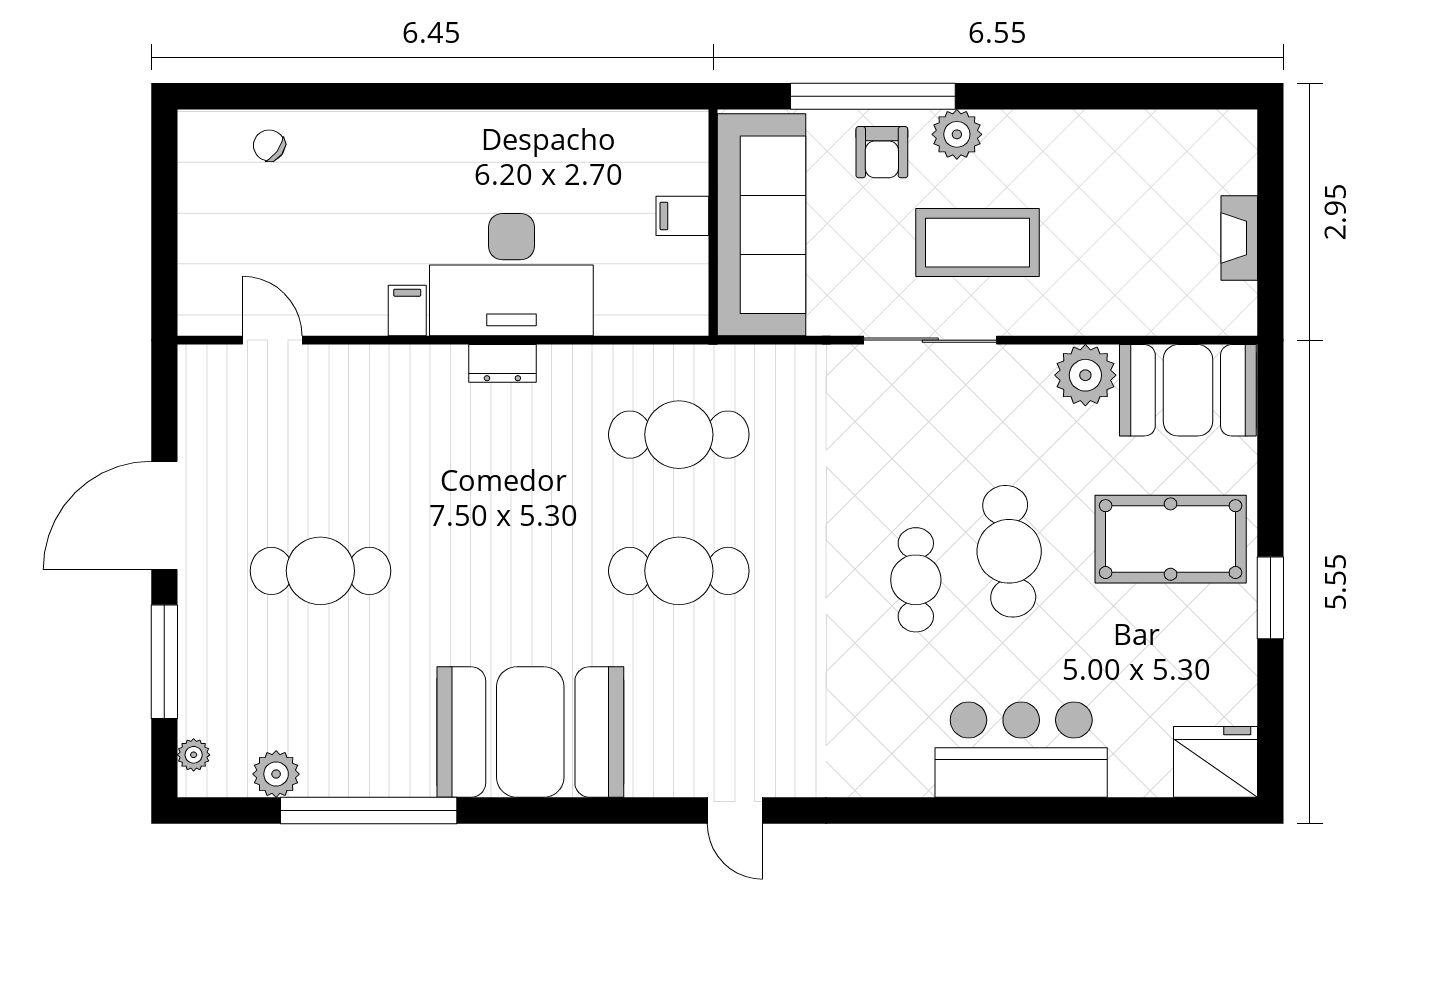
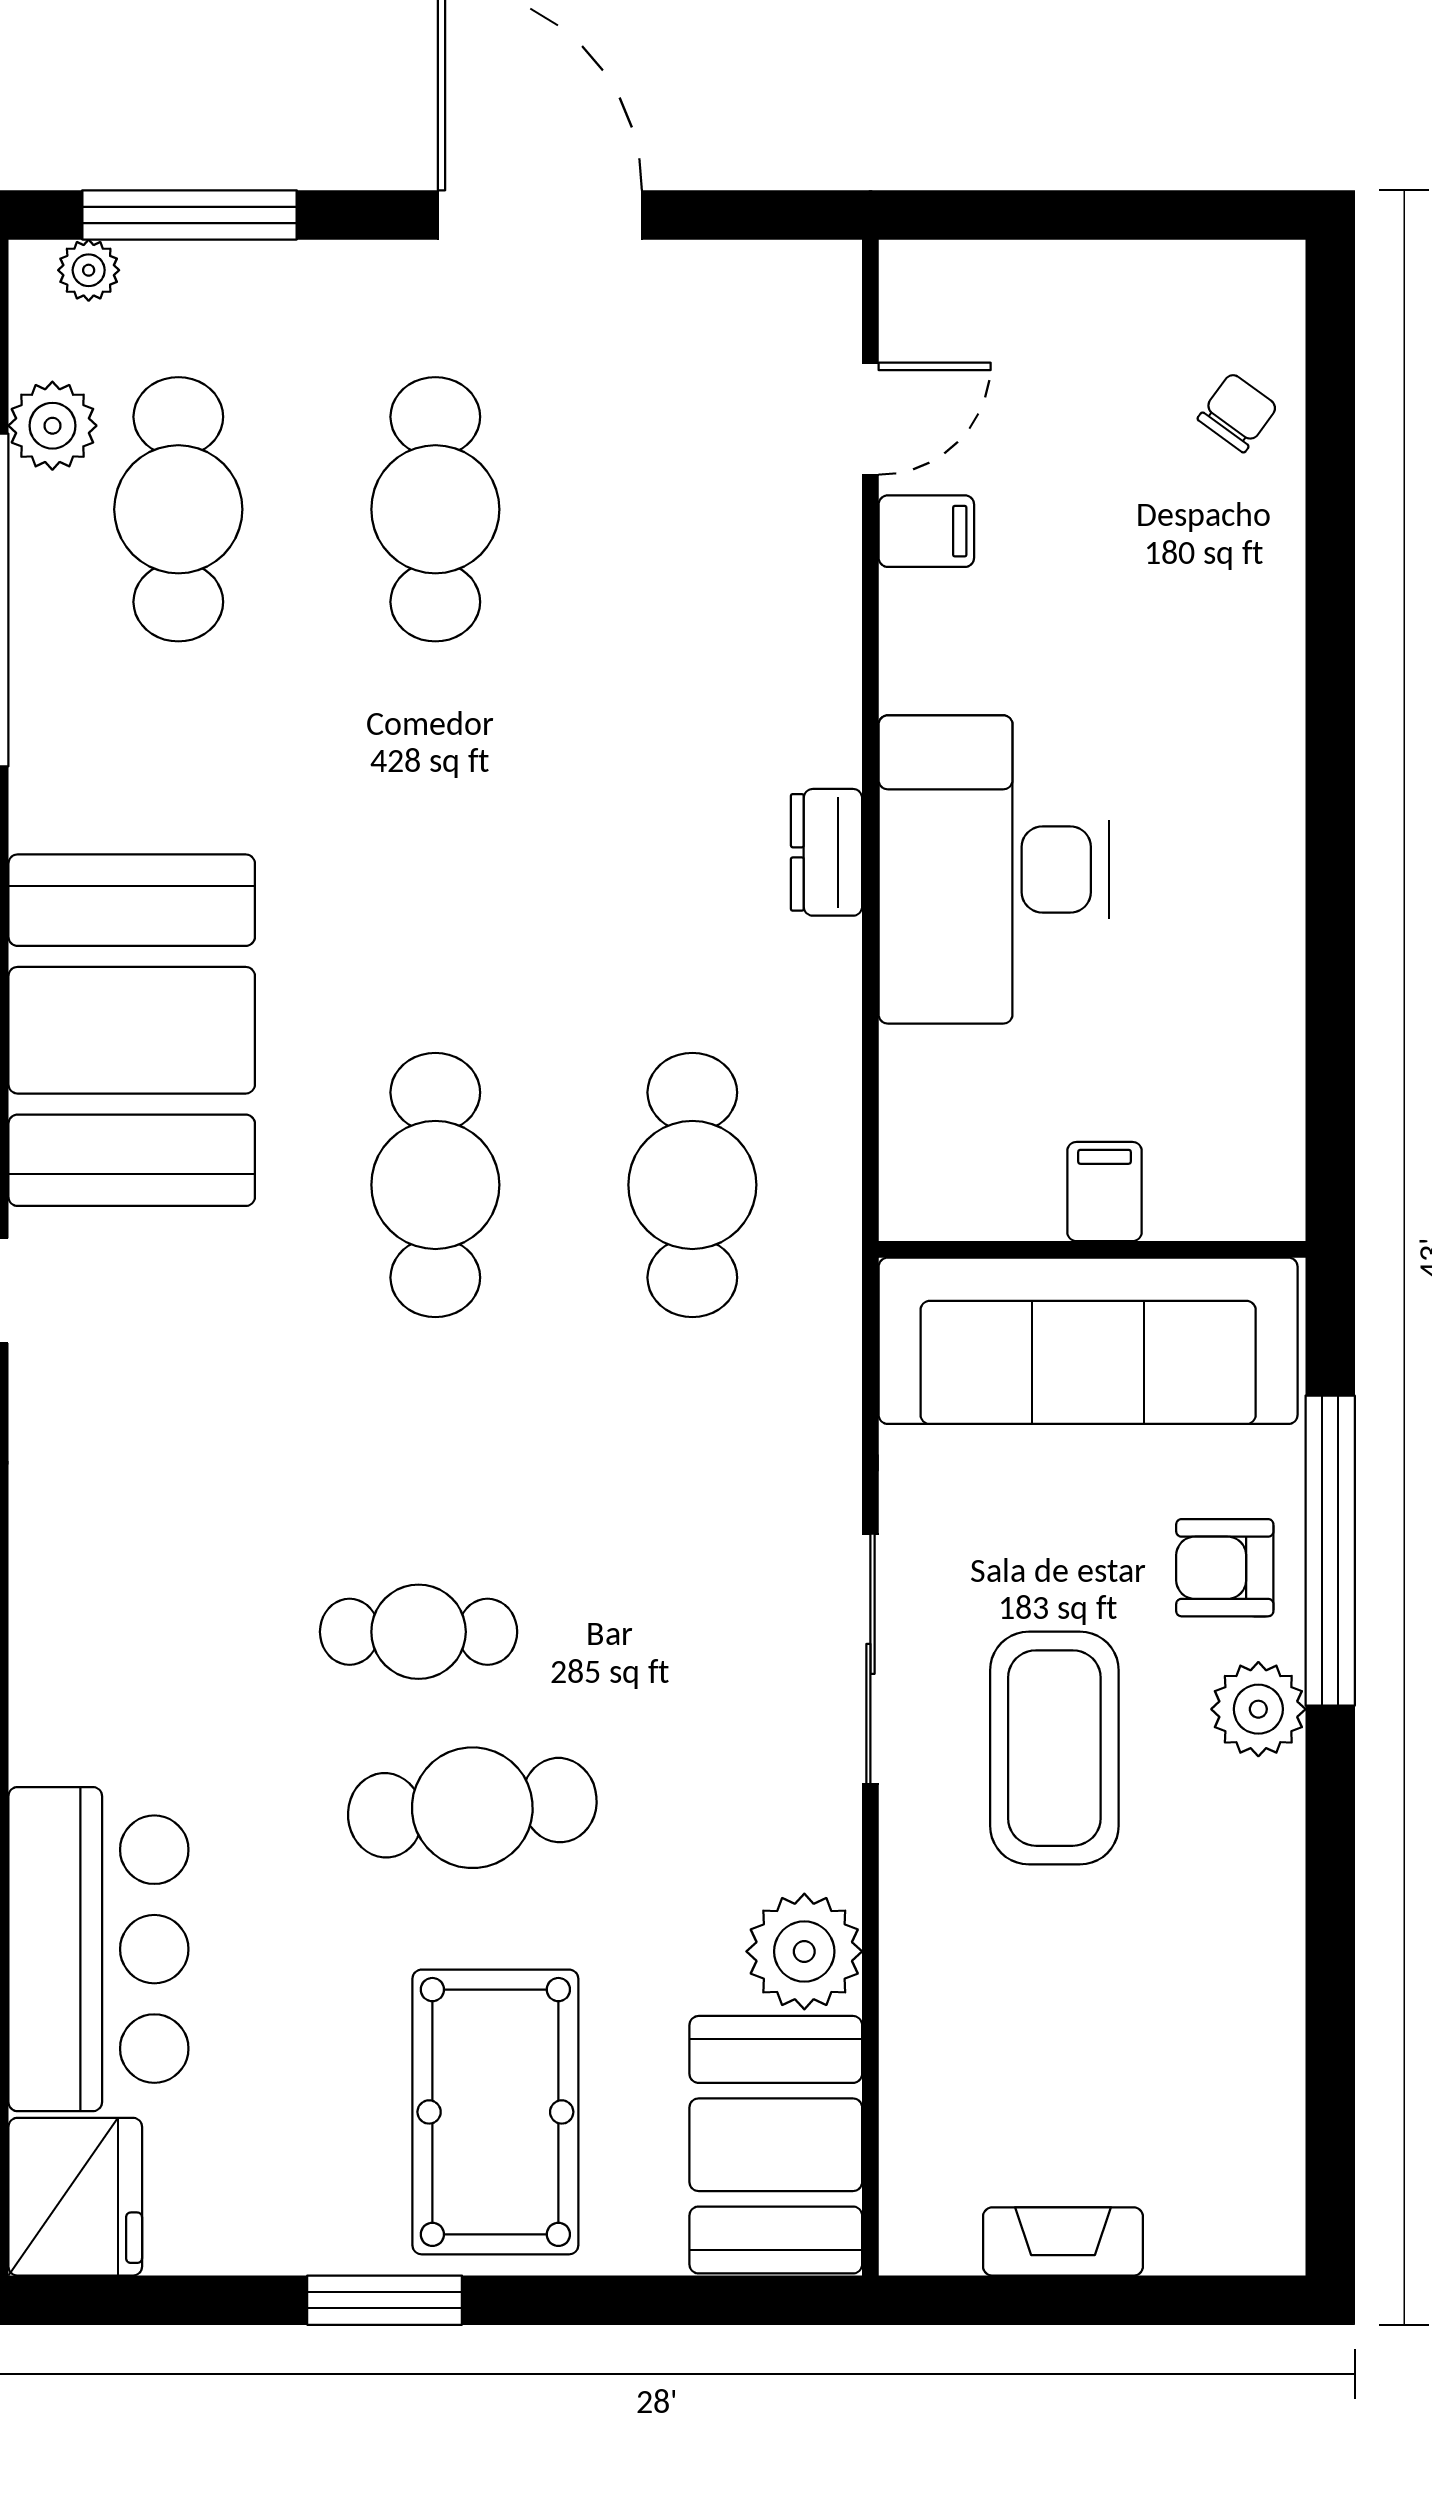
filing cabinet: (407, 310) -> (926, 531), moved
window: (164, 662) -> (190, 215), moved
cafe table: (320, 707) -> (178, 509), added
booth: (530, 732) -> (132, 1030), moved
bar counter: (1021, 750) -> (98, 1949), moved

